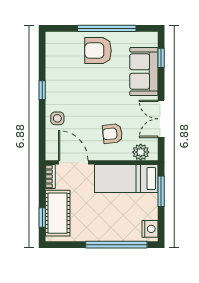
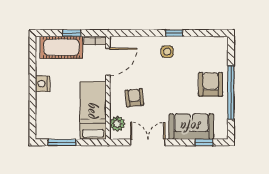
side table: (57, 118) -> (167, 52), moved
window: (161, 191) -> (62, 142), moved
window: (42, 218) -> (72, 33), moved
nightstand: (150, 229) -> (43, 84), moved, turned 90
window: (116, 245) -> (32, 101), removed

